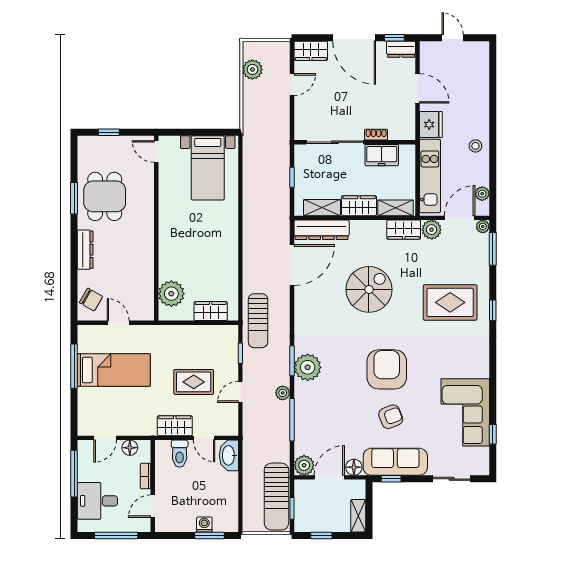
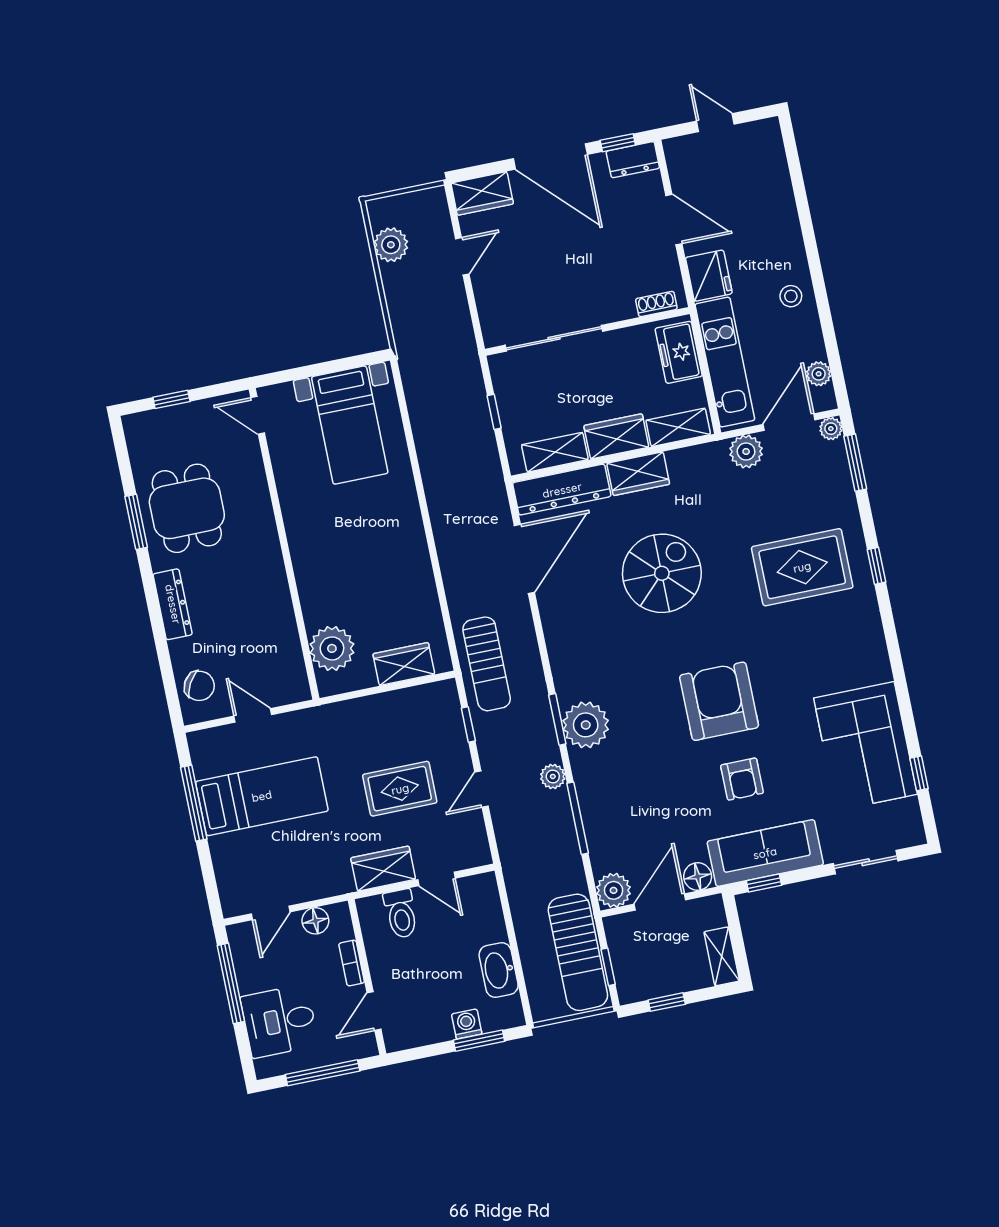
shoe rack: (376, 135) -> (656, 304), moved
freezer: (382, 155) -> (679, 352), moved, turned 90
wardrobe: (404, 230) -> (638, 474), moved
armchair: (391, 417) -> (742, 779), turned 111
washbasin: (229, 455) -> (499, 970), moved

